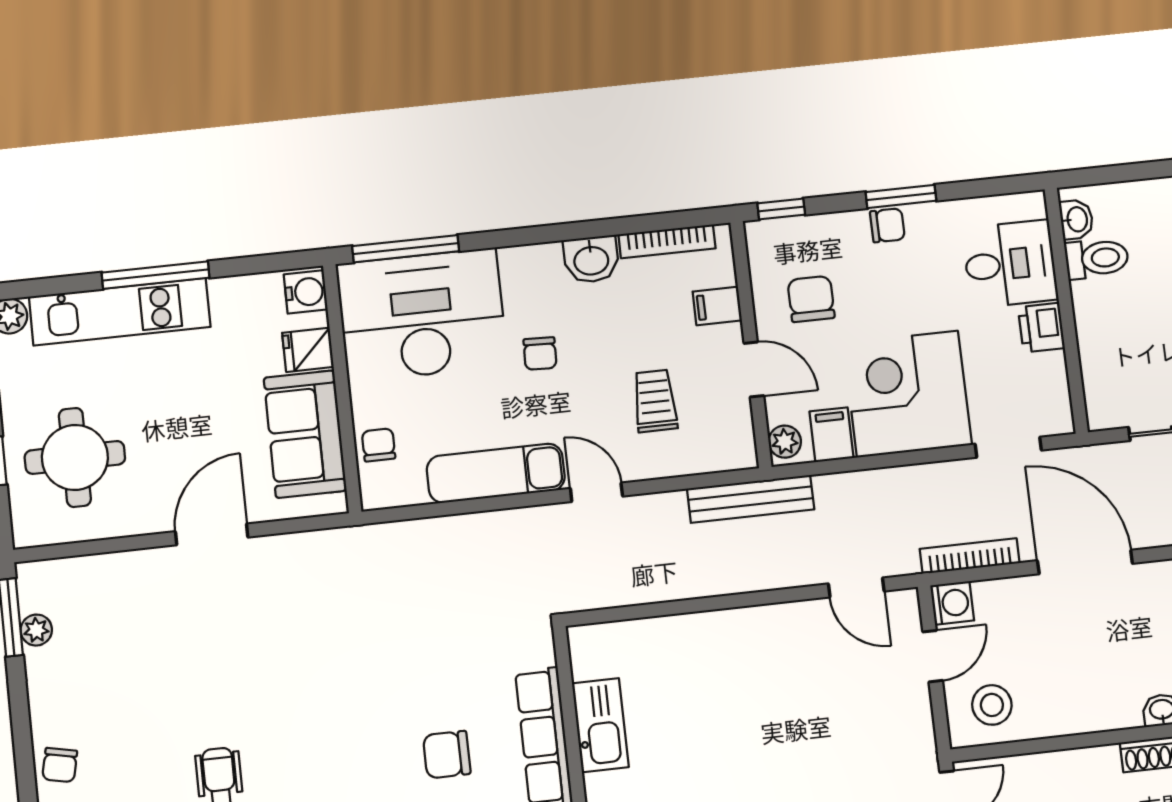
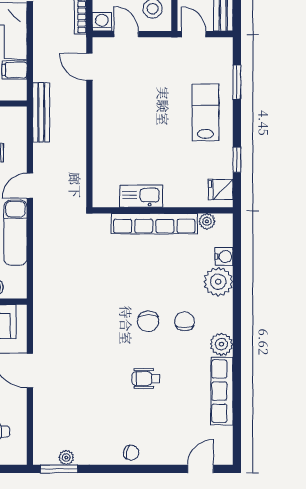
plant: (785, 442) -> (15, 93), removed
door: (856, 587) -> (89, 67), swing flipped
chair: (447, 755) -> (148, 321), moved

